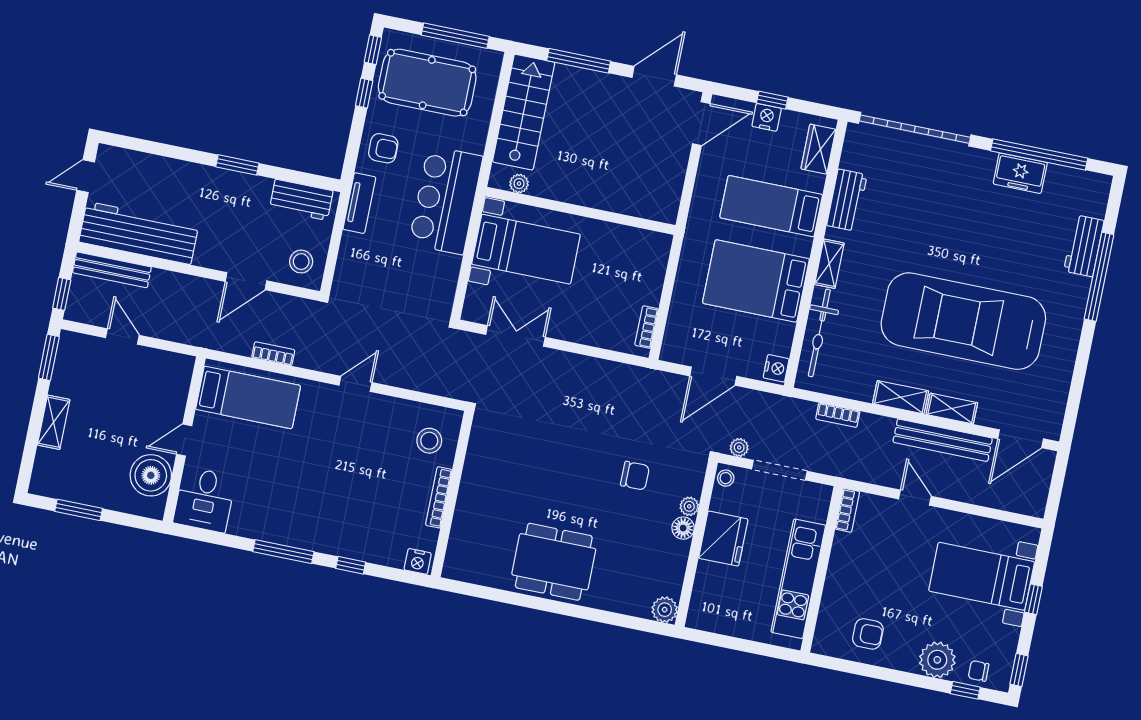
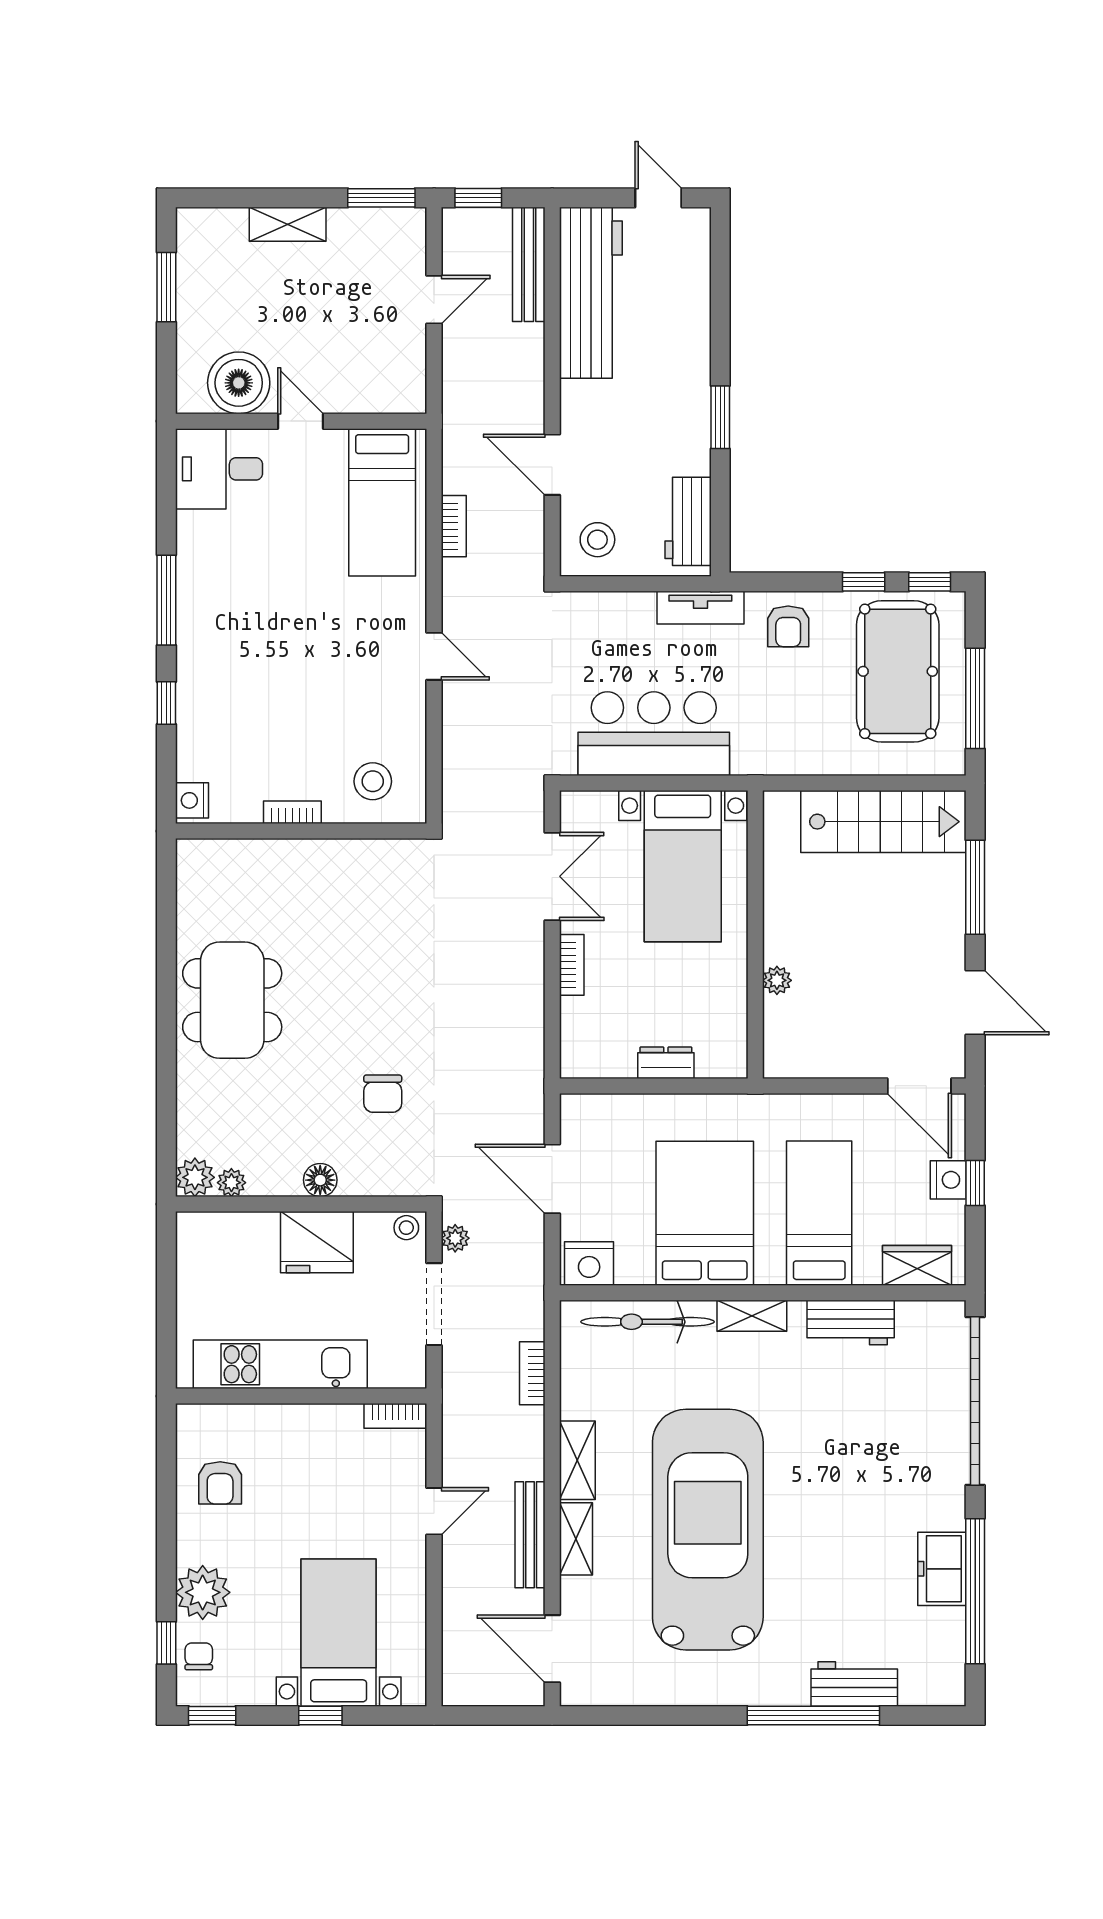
plant: (519, 184) -> (777, 980), moved
bar counter: (446, 200) -> (654, 734), moved
dresser: (652, 286) -> (666, 1063), added
bookcase: (647, 327) -> (572, 965), moved, turned 90
nightstand: (776, 368) -> (589, 1263), width x1.36, depth x1.33
bench: (943, 440) -> (530, 1535), width x0.73, depth x0.82
bookcase: (439, 497) -> (292, 812), width x0.64
plant: (689, 506) -> (231, 1183), moved

